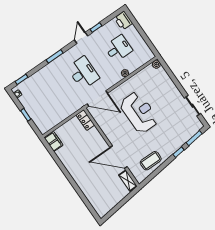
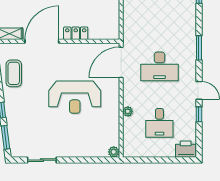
locker: (85, 120) -> (76, 33), moved

